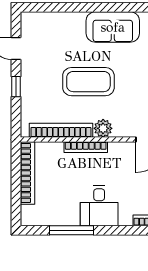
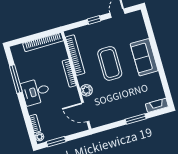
sofa: (113, 27) -> (144, 57), moved
plant: (103, 128) -> (86, 90), moved

